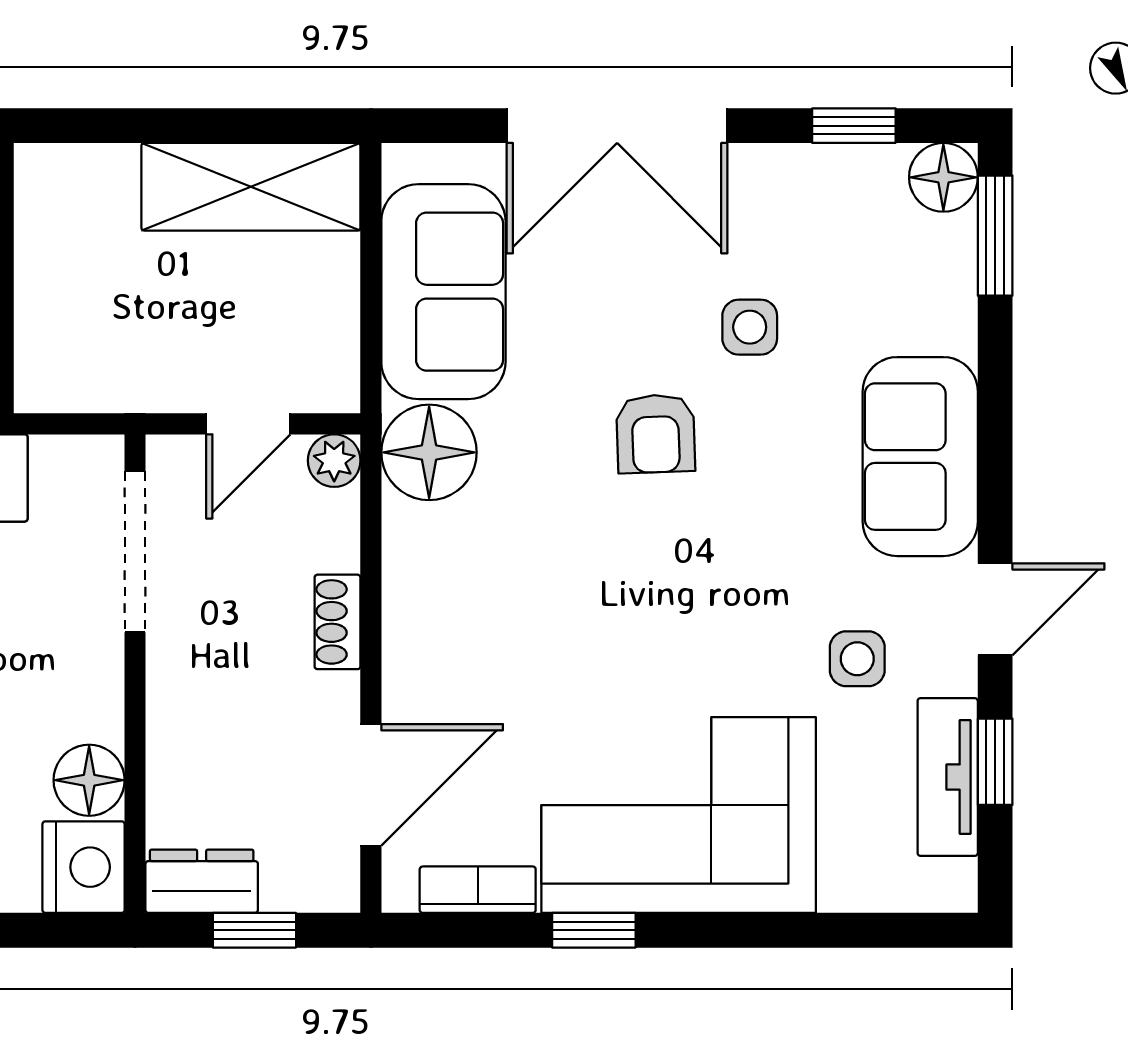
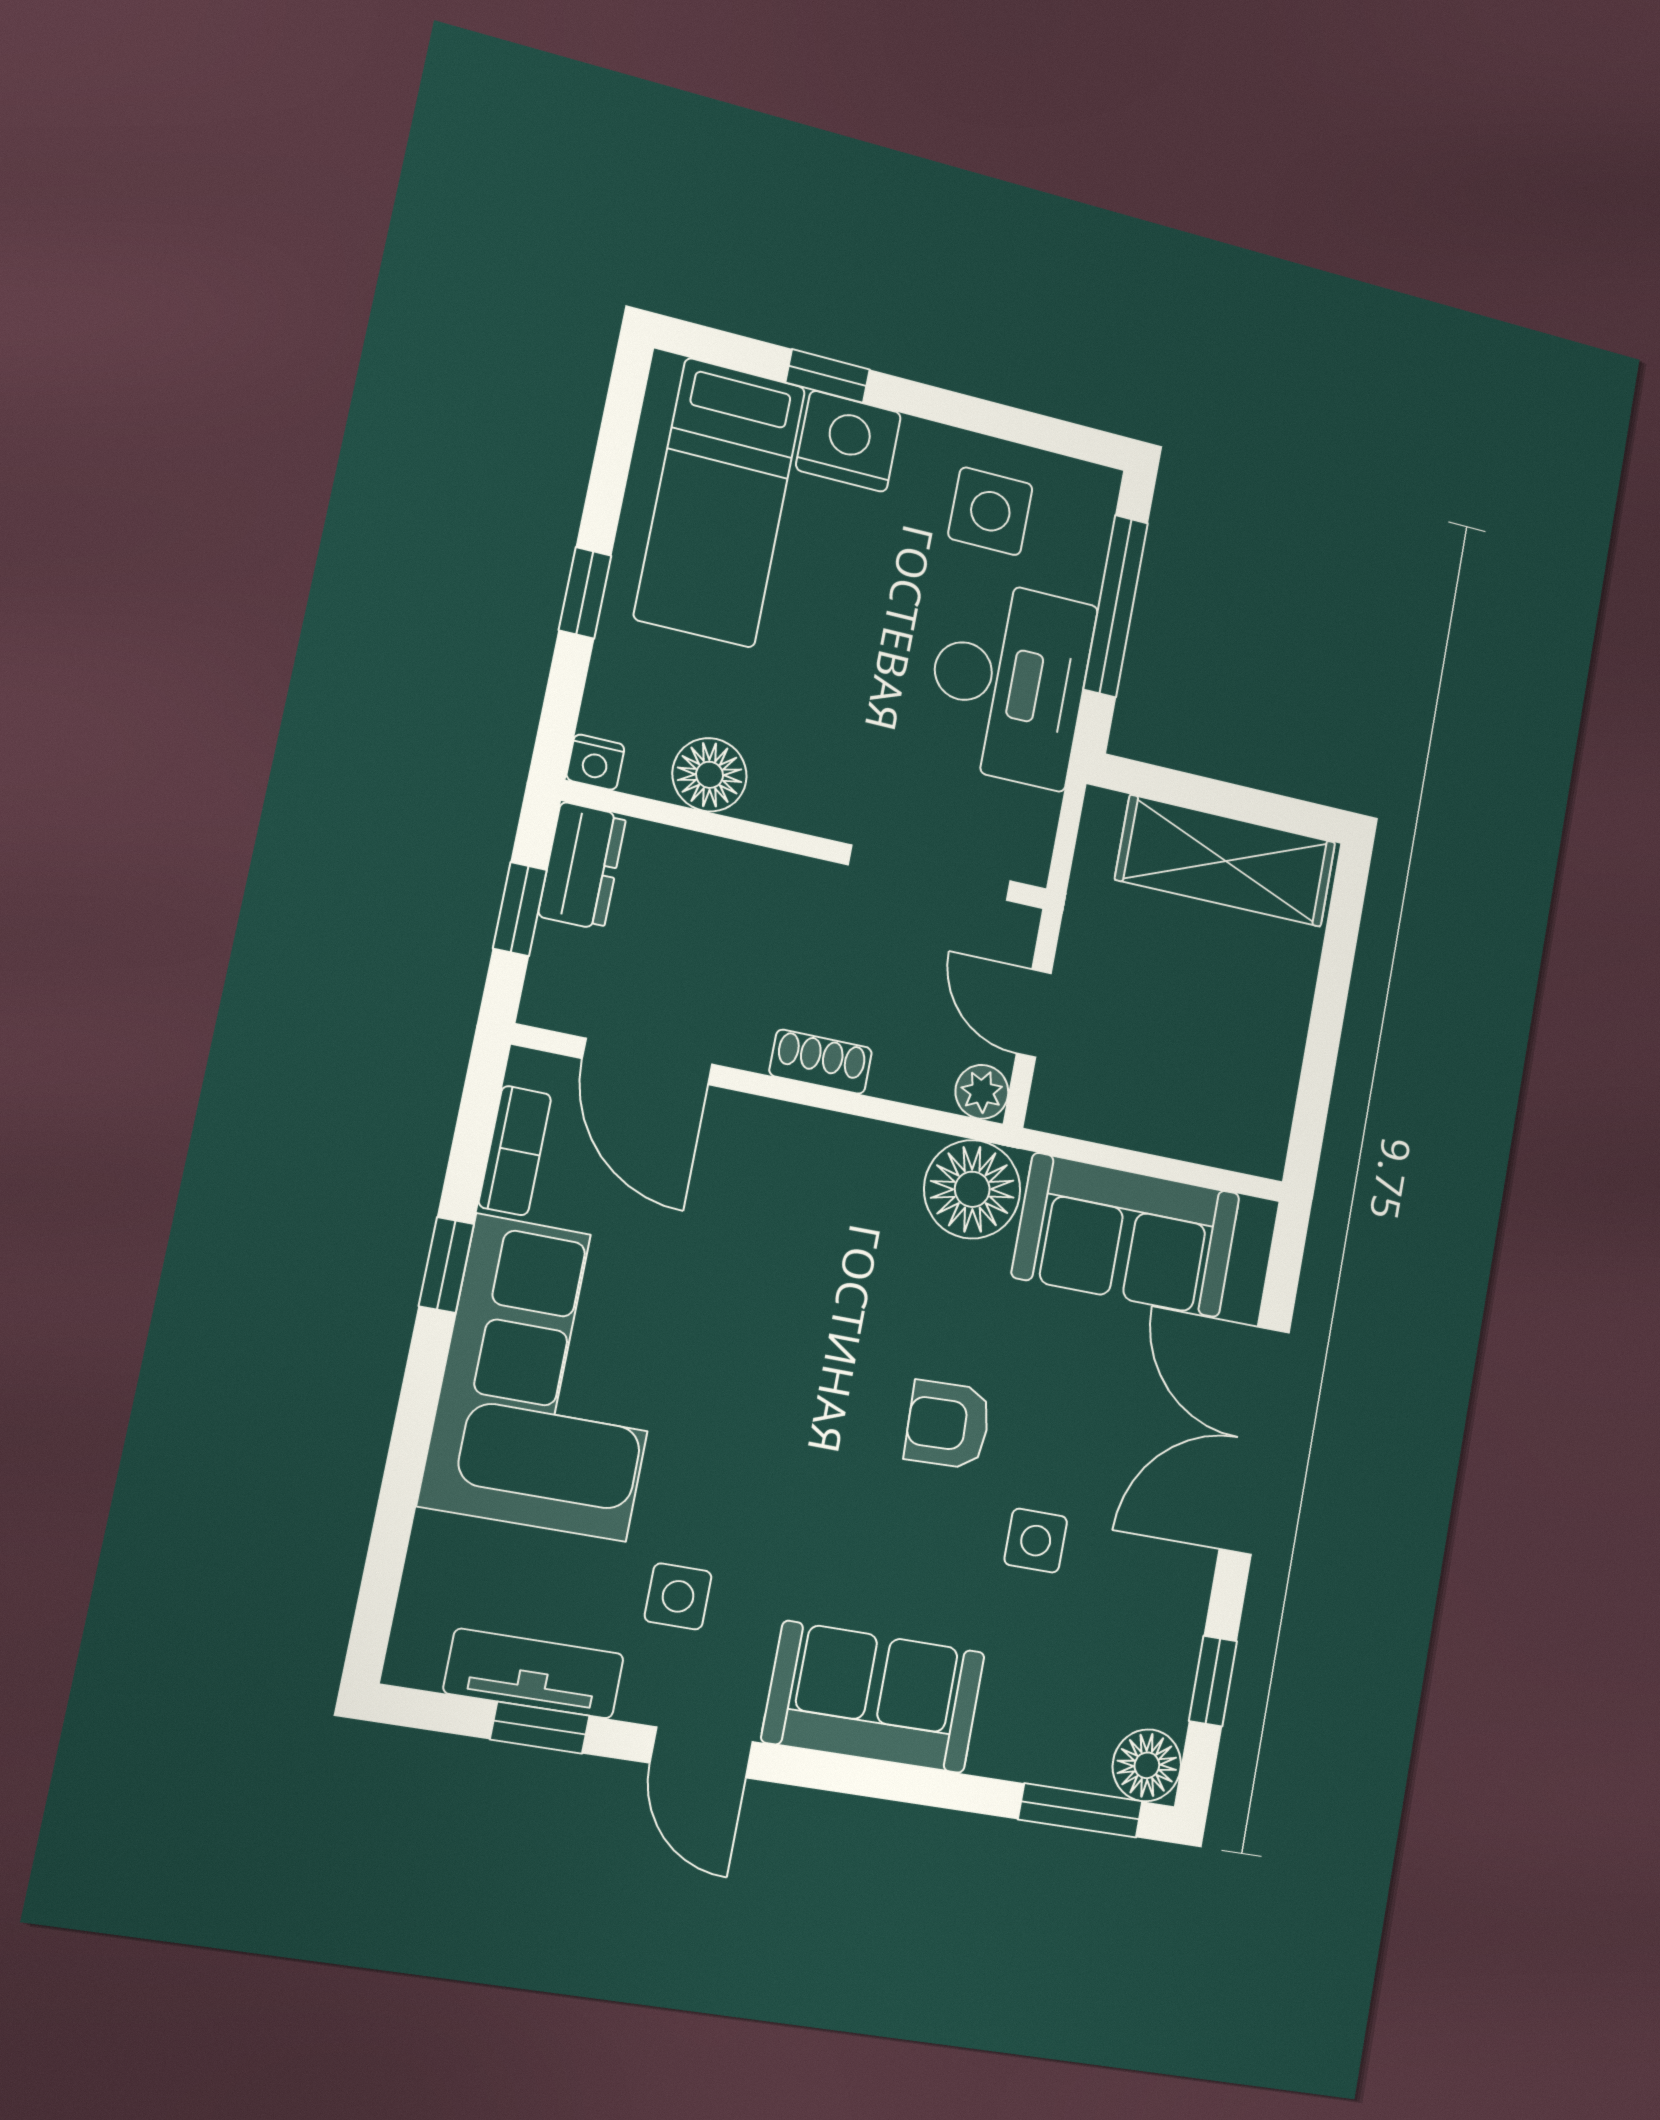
shelving: (251, 187) -> (1226, 861), moved, turned 90
nightstand: (84, 867) -> (595, 762), width x0.53, depth x0.56

